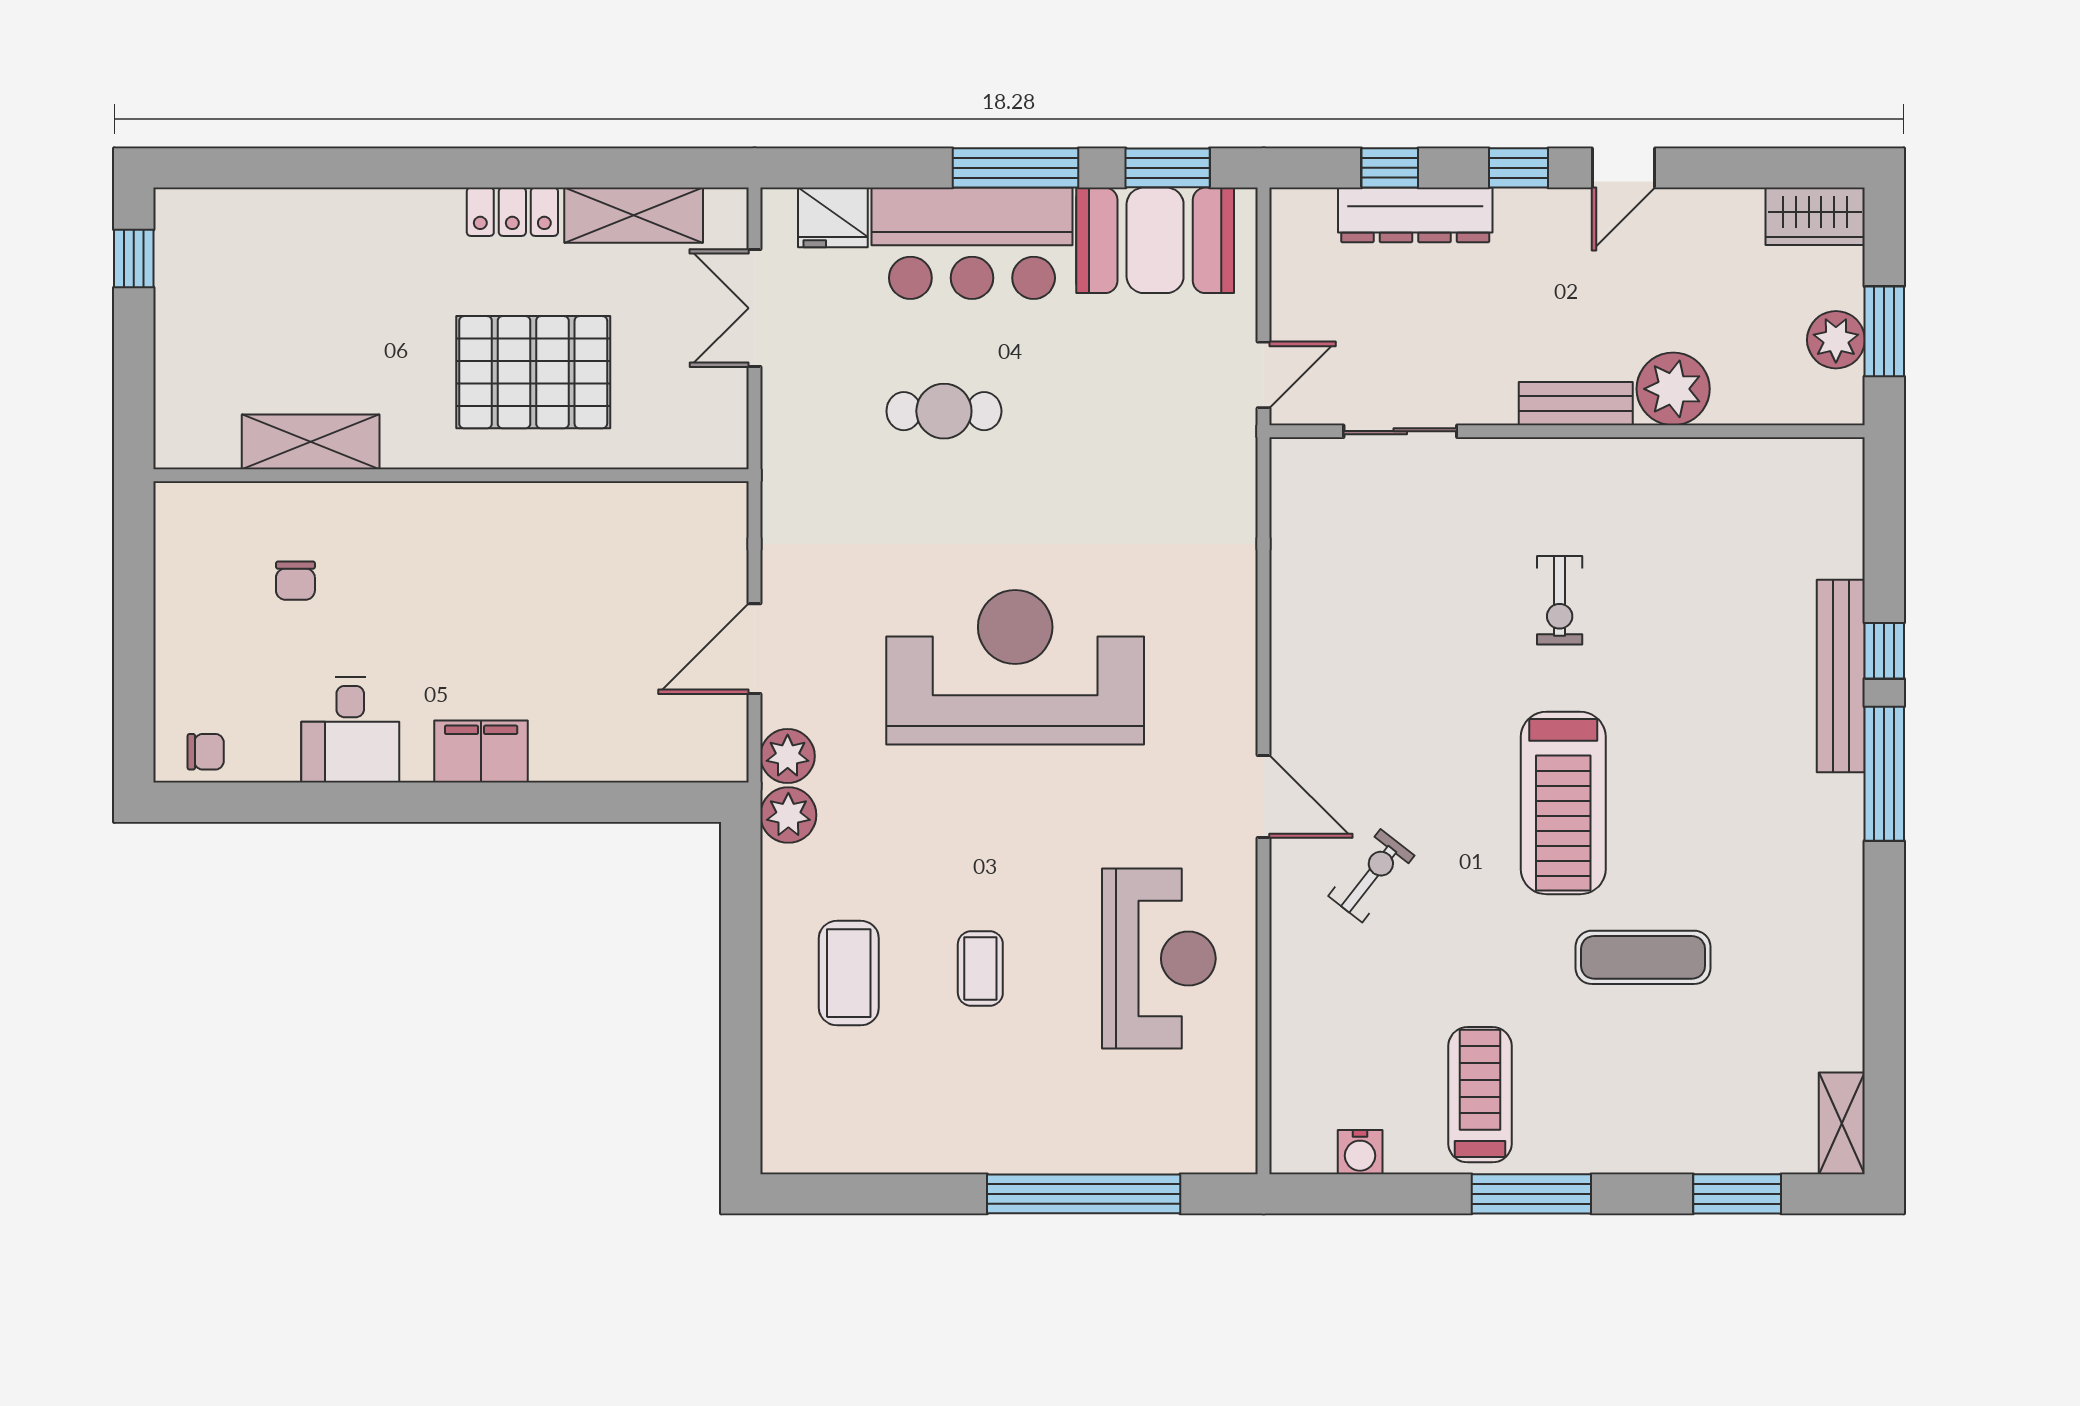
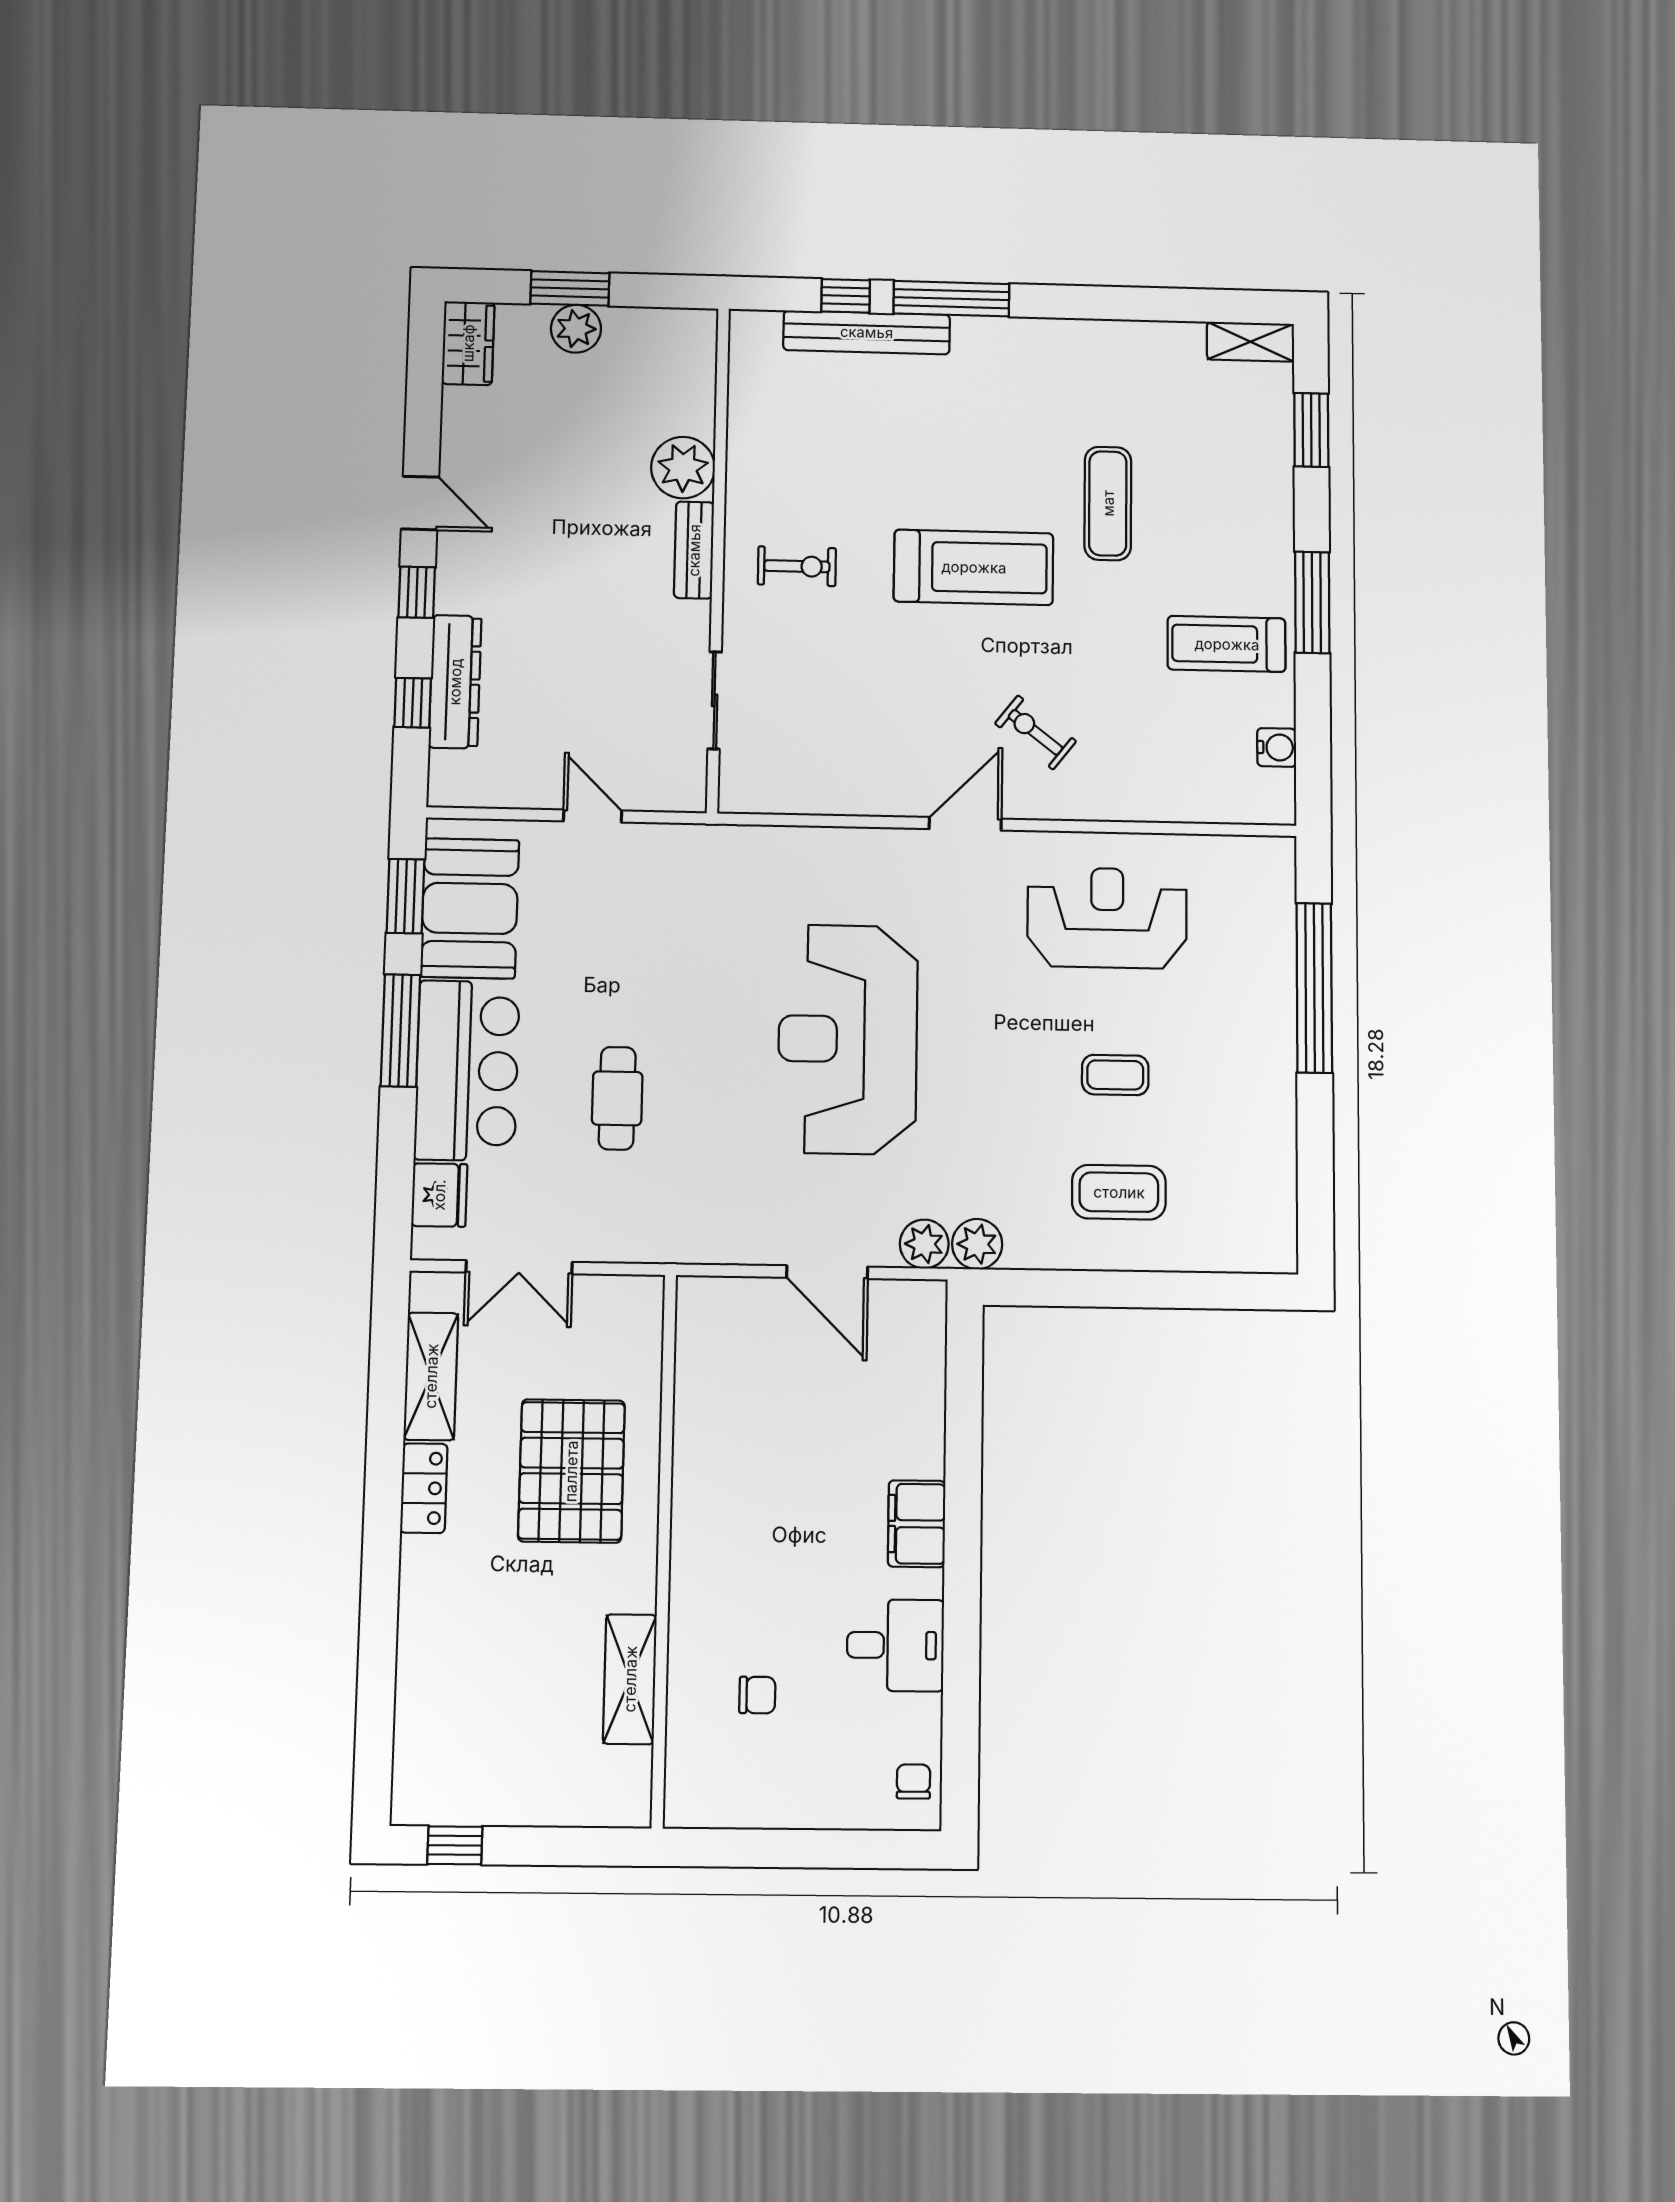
plant: (1673, 389) -> (683, 468), moved
bench: (1576, 404) -> (694, 550), moved
sliding door: (1400, 431) -> (715, 700), moved
wall: (1567, 431) -> (718, 558), moved

